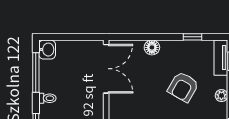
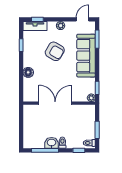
washbasin: (47, 50) -> (52, 143), moved
double door: (106, 69) -> (55, 103), moved

